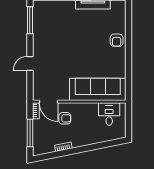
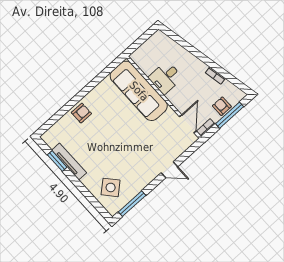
side table: (53, 16) -> (111, 187), added
desk: (109, 114) -> (165, 78), moved
armchair: (65, 118) -> (222, 106), moved

